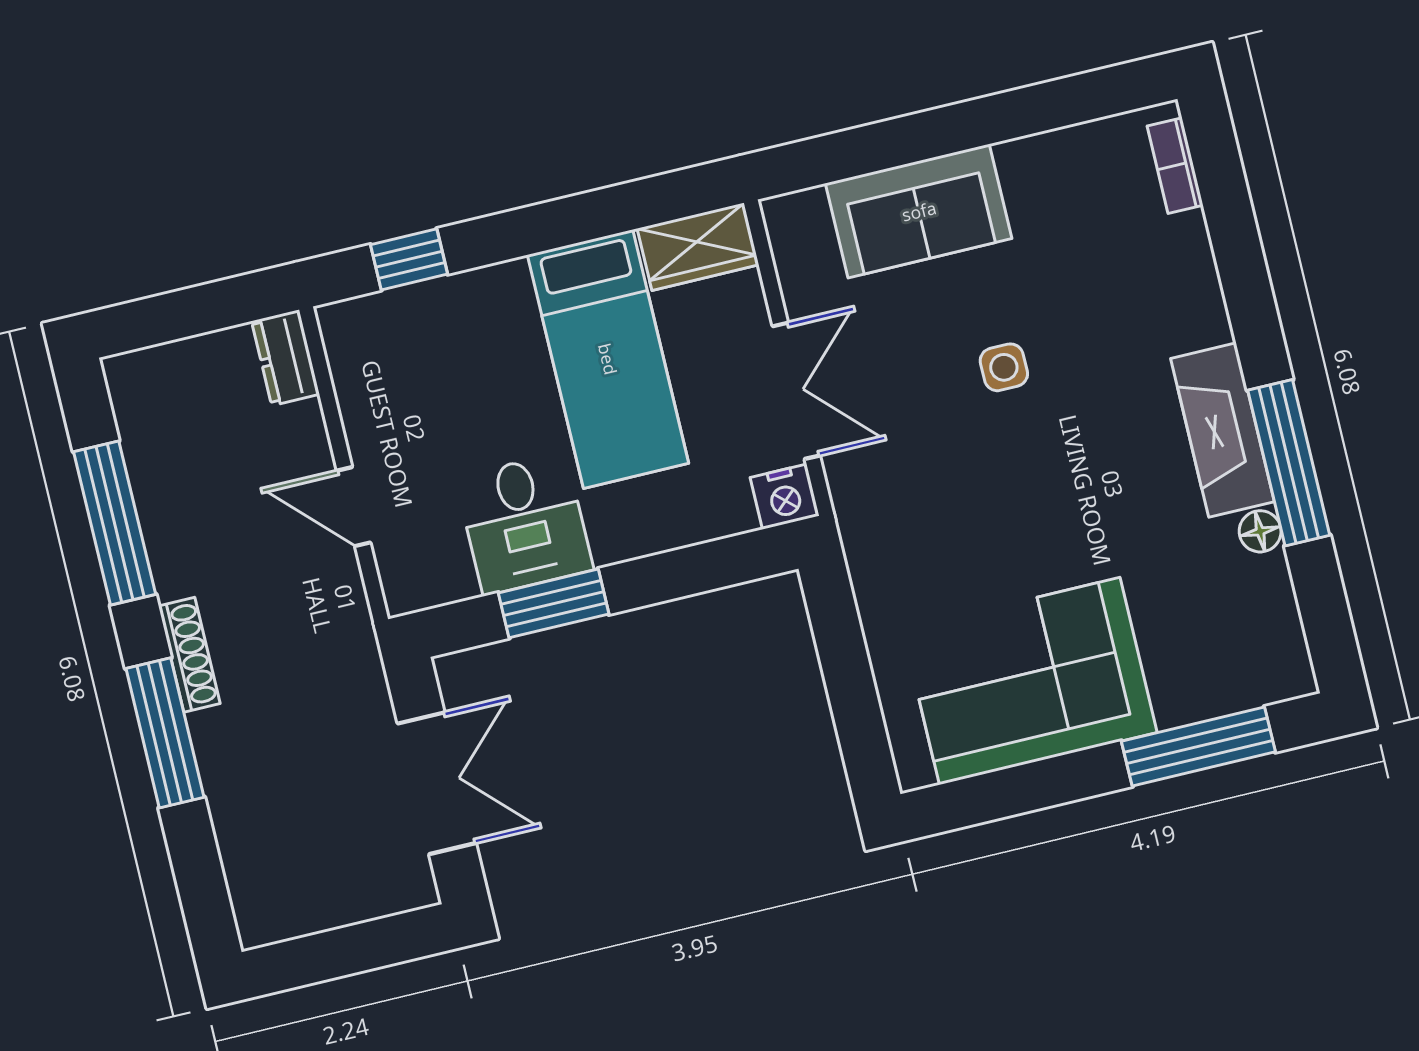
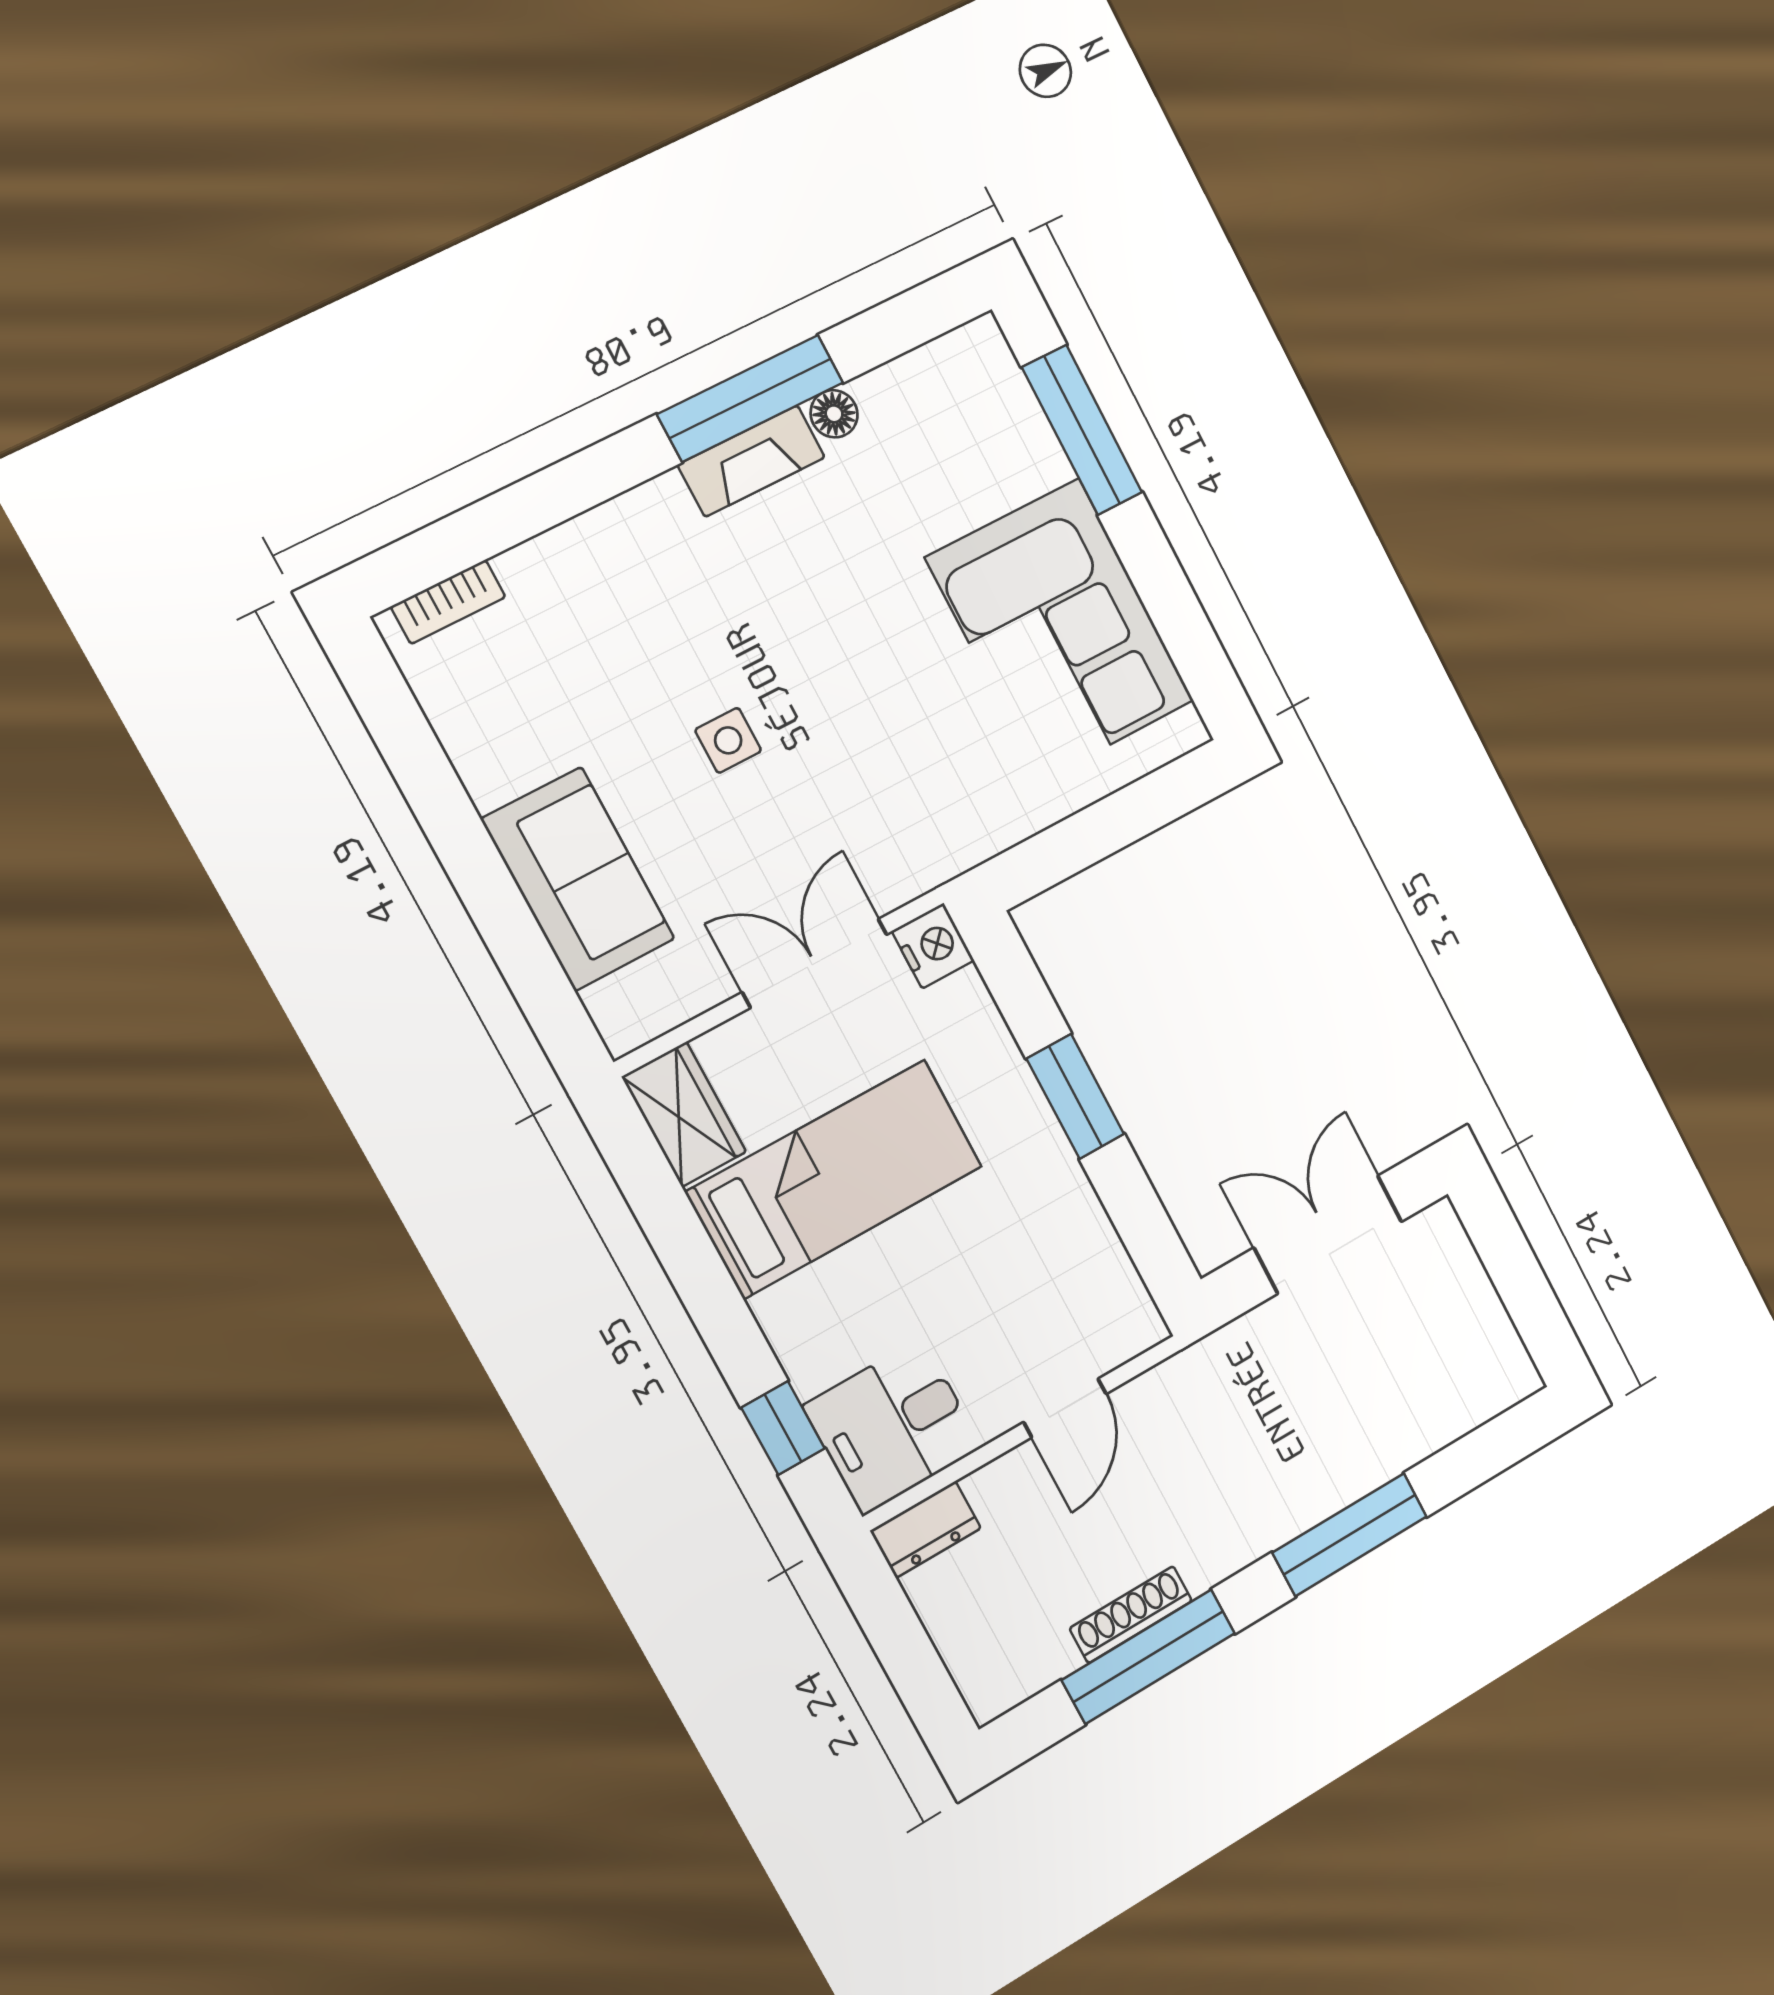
fireplace: (1222, 430) -> (751, 461), width x0.73, depth x0.76
desk: (524, 524) -> (893, 1427), moved, turned 180
window: (554, 603) -> (1075, 1096), moved
shoe rack: (189, 655) -> (1131, 1615), moved

